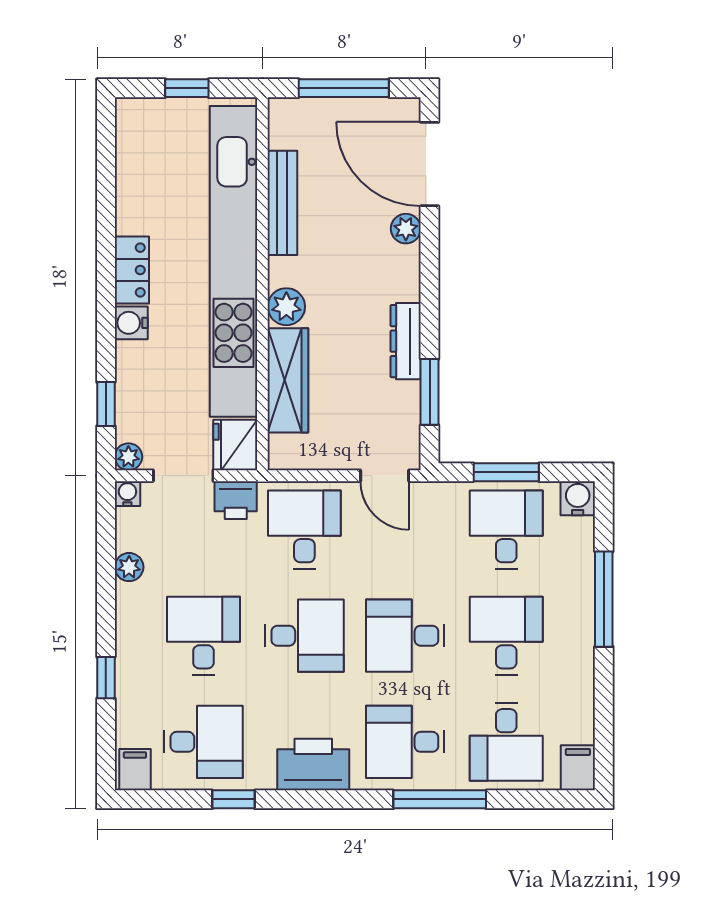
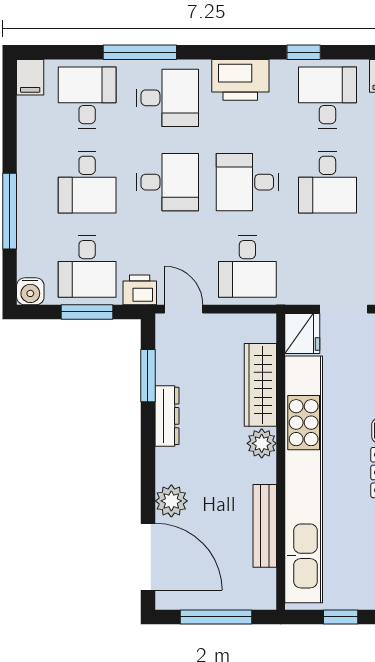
plant: (406, 229) -> (171, 501), width x1.38, depth x1.38
printer: (236, 500) -> (140, 290), moved
desk: (203, 742) -> (327, 98), turned 90

